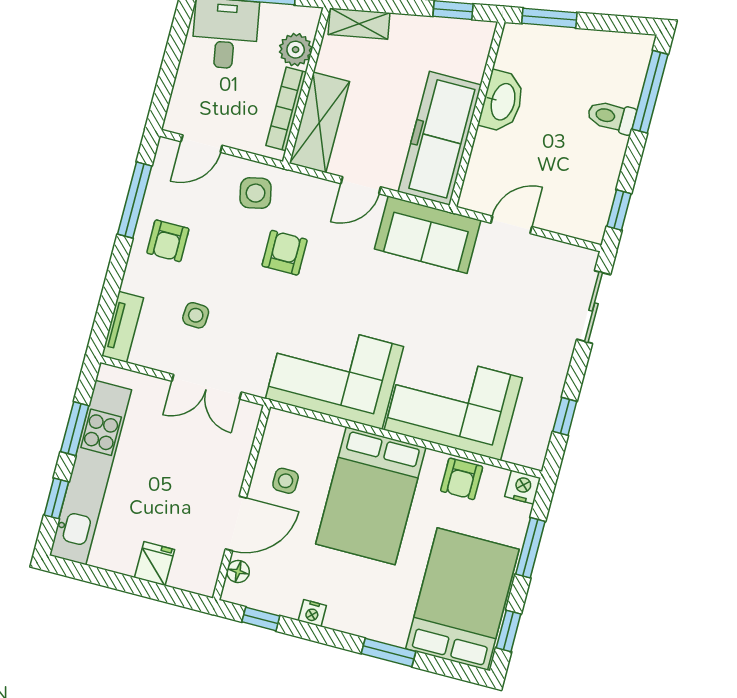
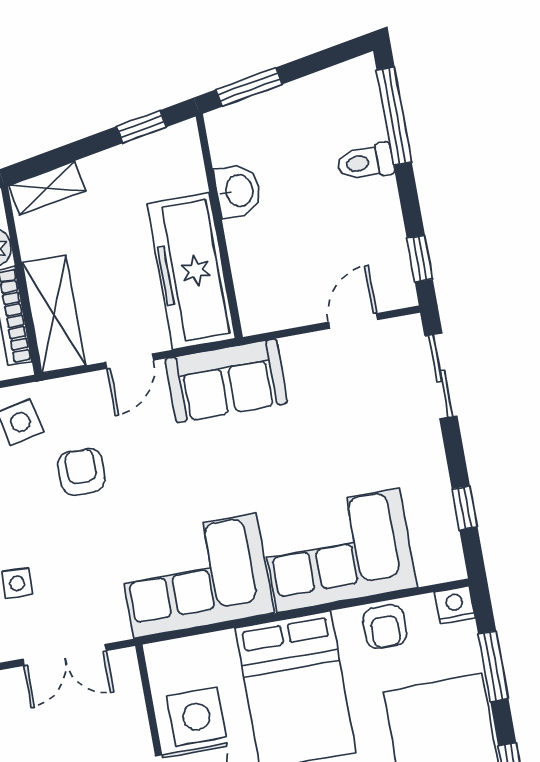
washbasin: (502, 101) -> (238, 191), width x0.72
door: (511, 225) -> (353, 321), moved
side table: (286, 481) -> (196, 717), width x1.87, depth x1.87

